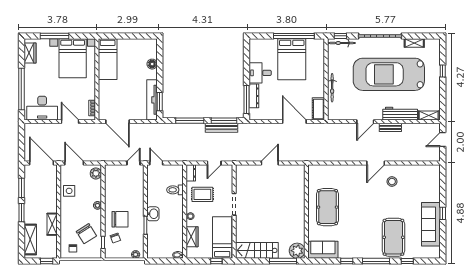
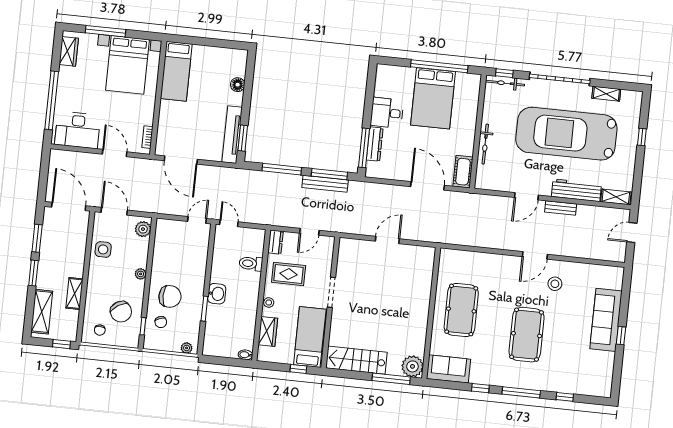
sofa: (431, 224) -> (606, 320), moved
pool table: (393, 237) -> (527, 335), moved

